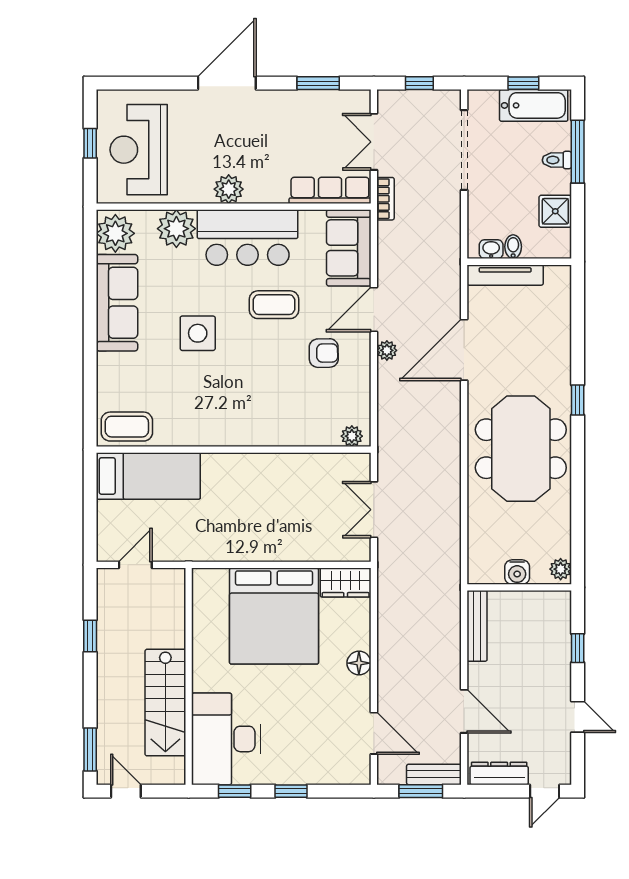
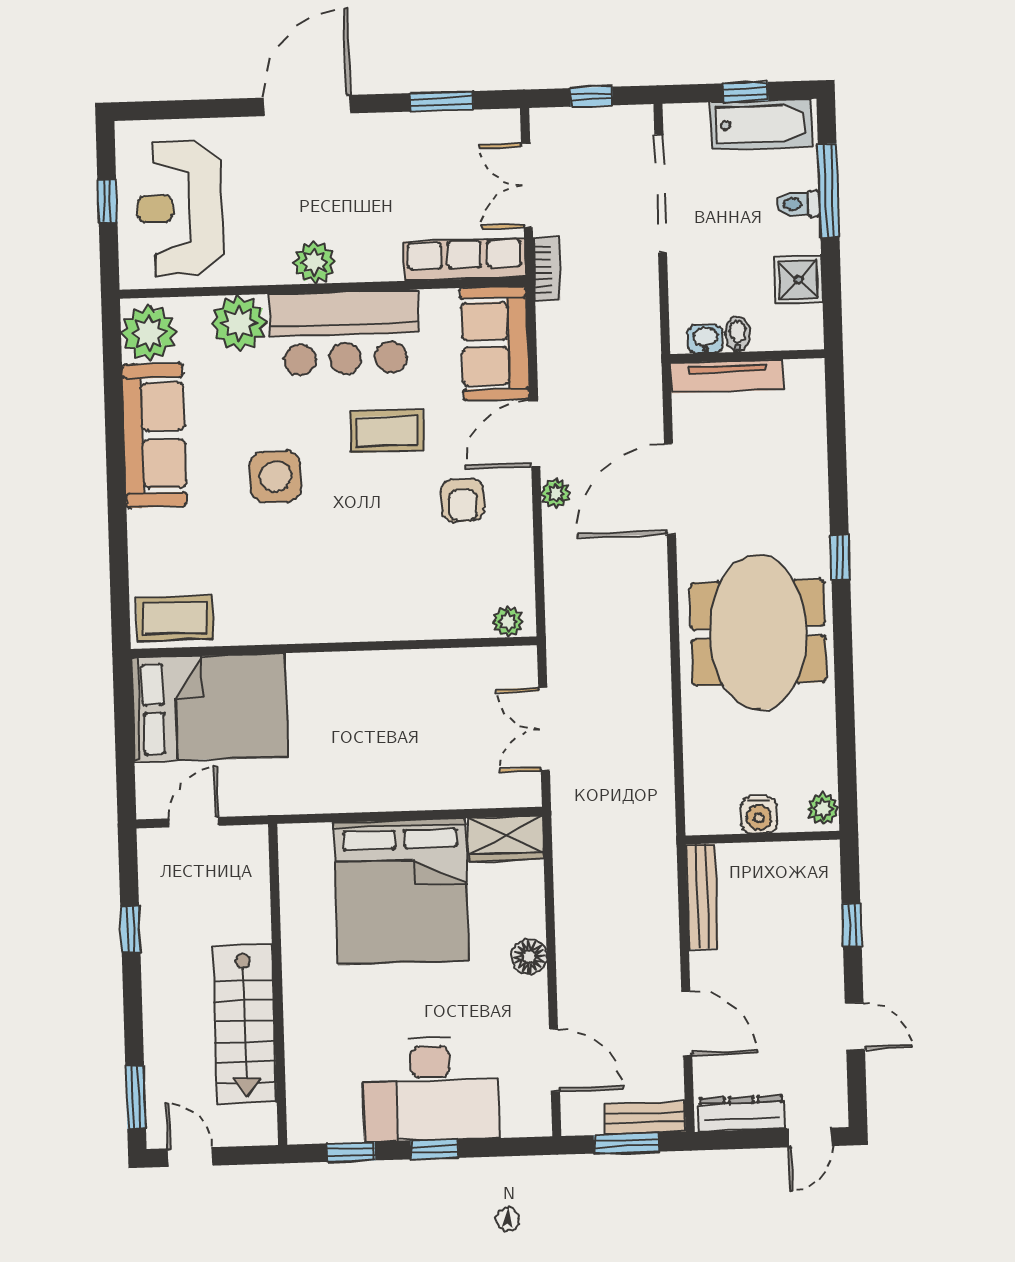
armchair: (324, 353) -> (463, 500), turned 90
bed: (148, 476) -> (209, 707), width x1.50
desk: (226, 739) -> (431, 1089), moved, turned -90

